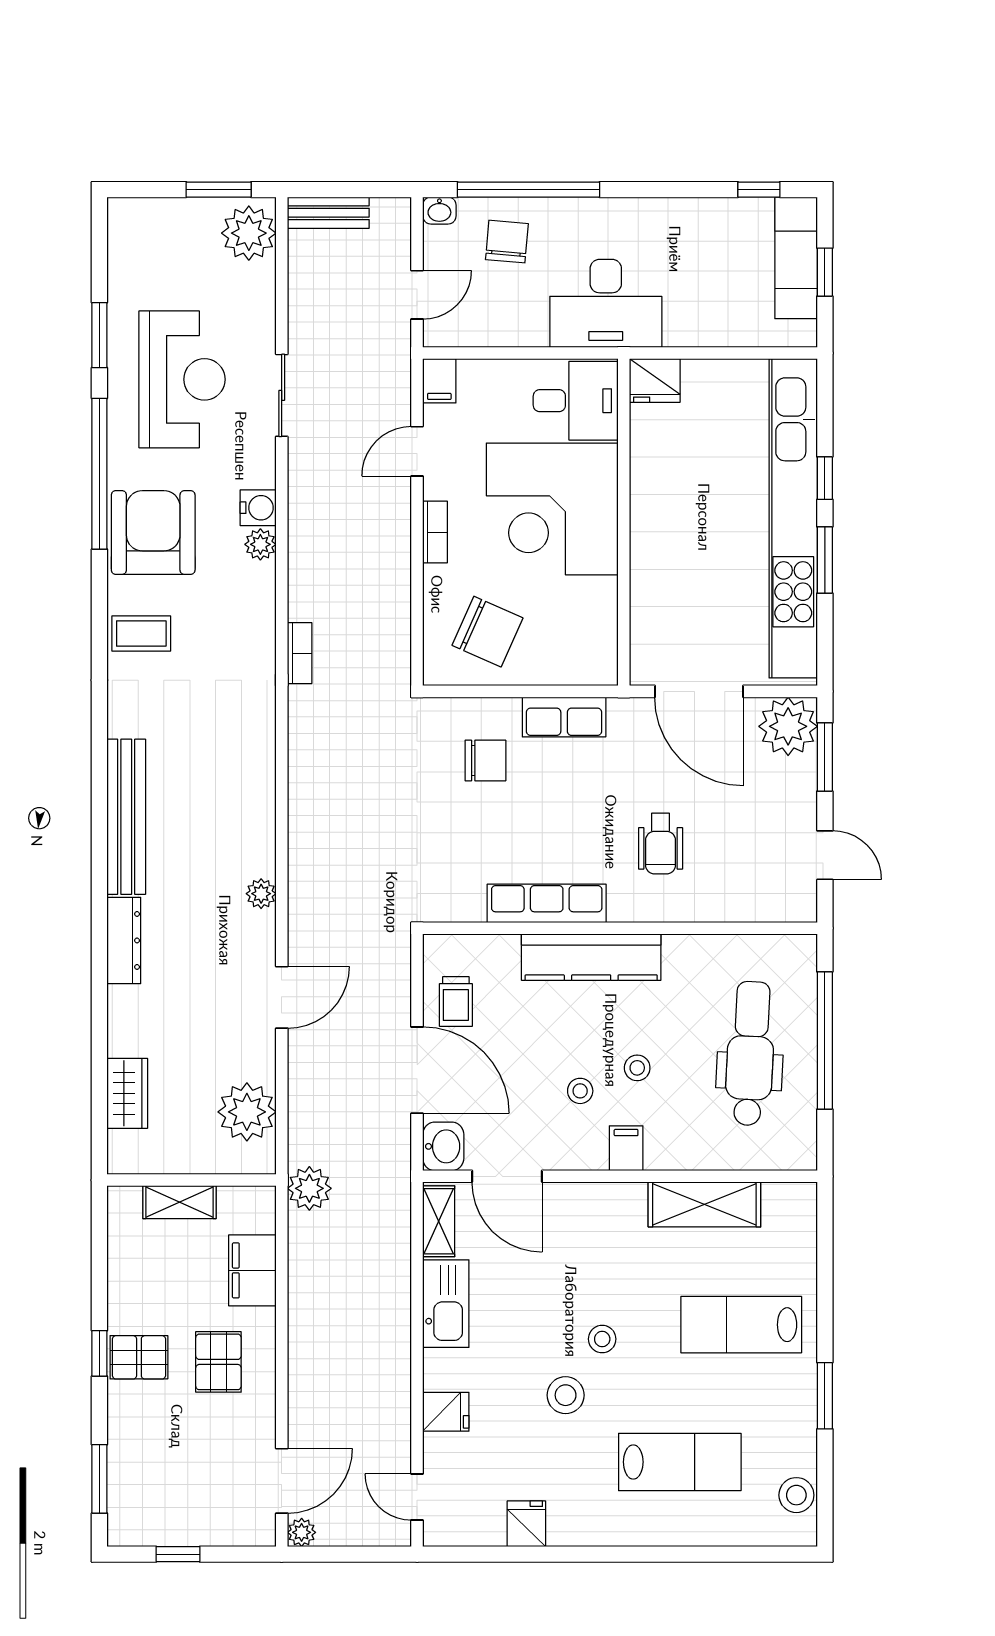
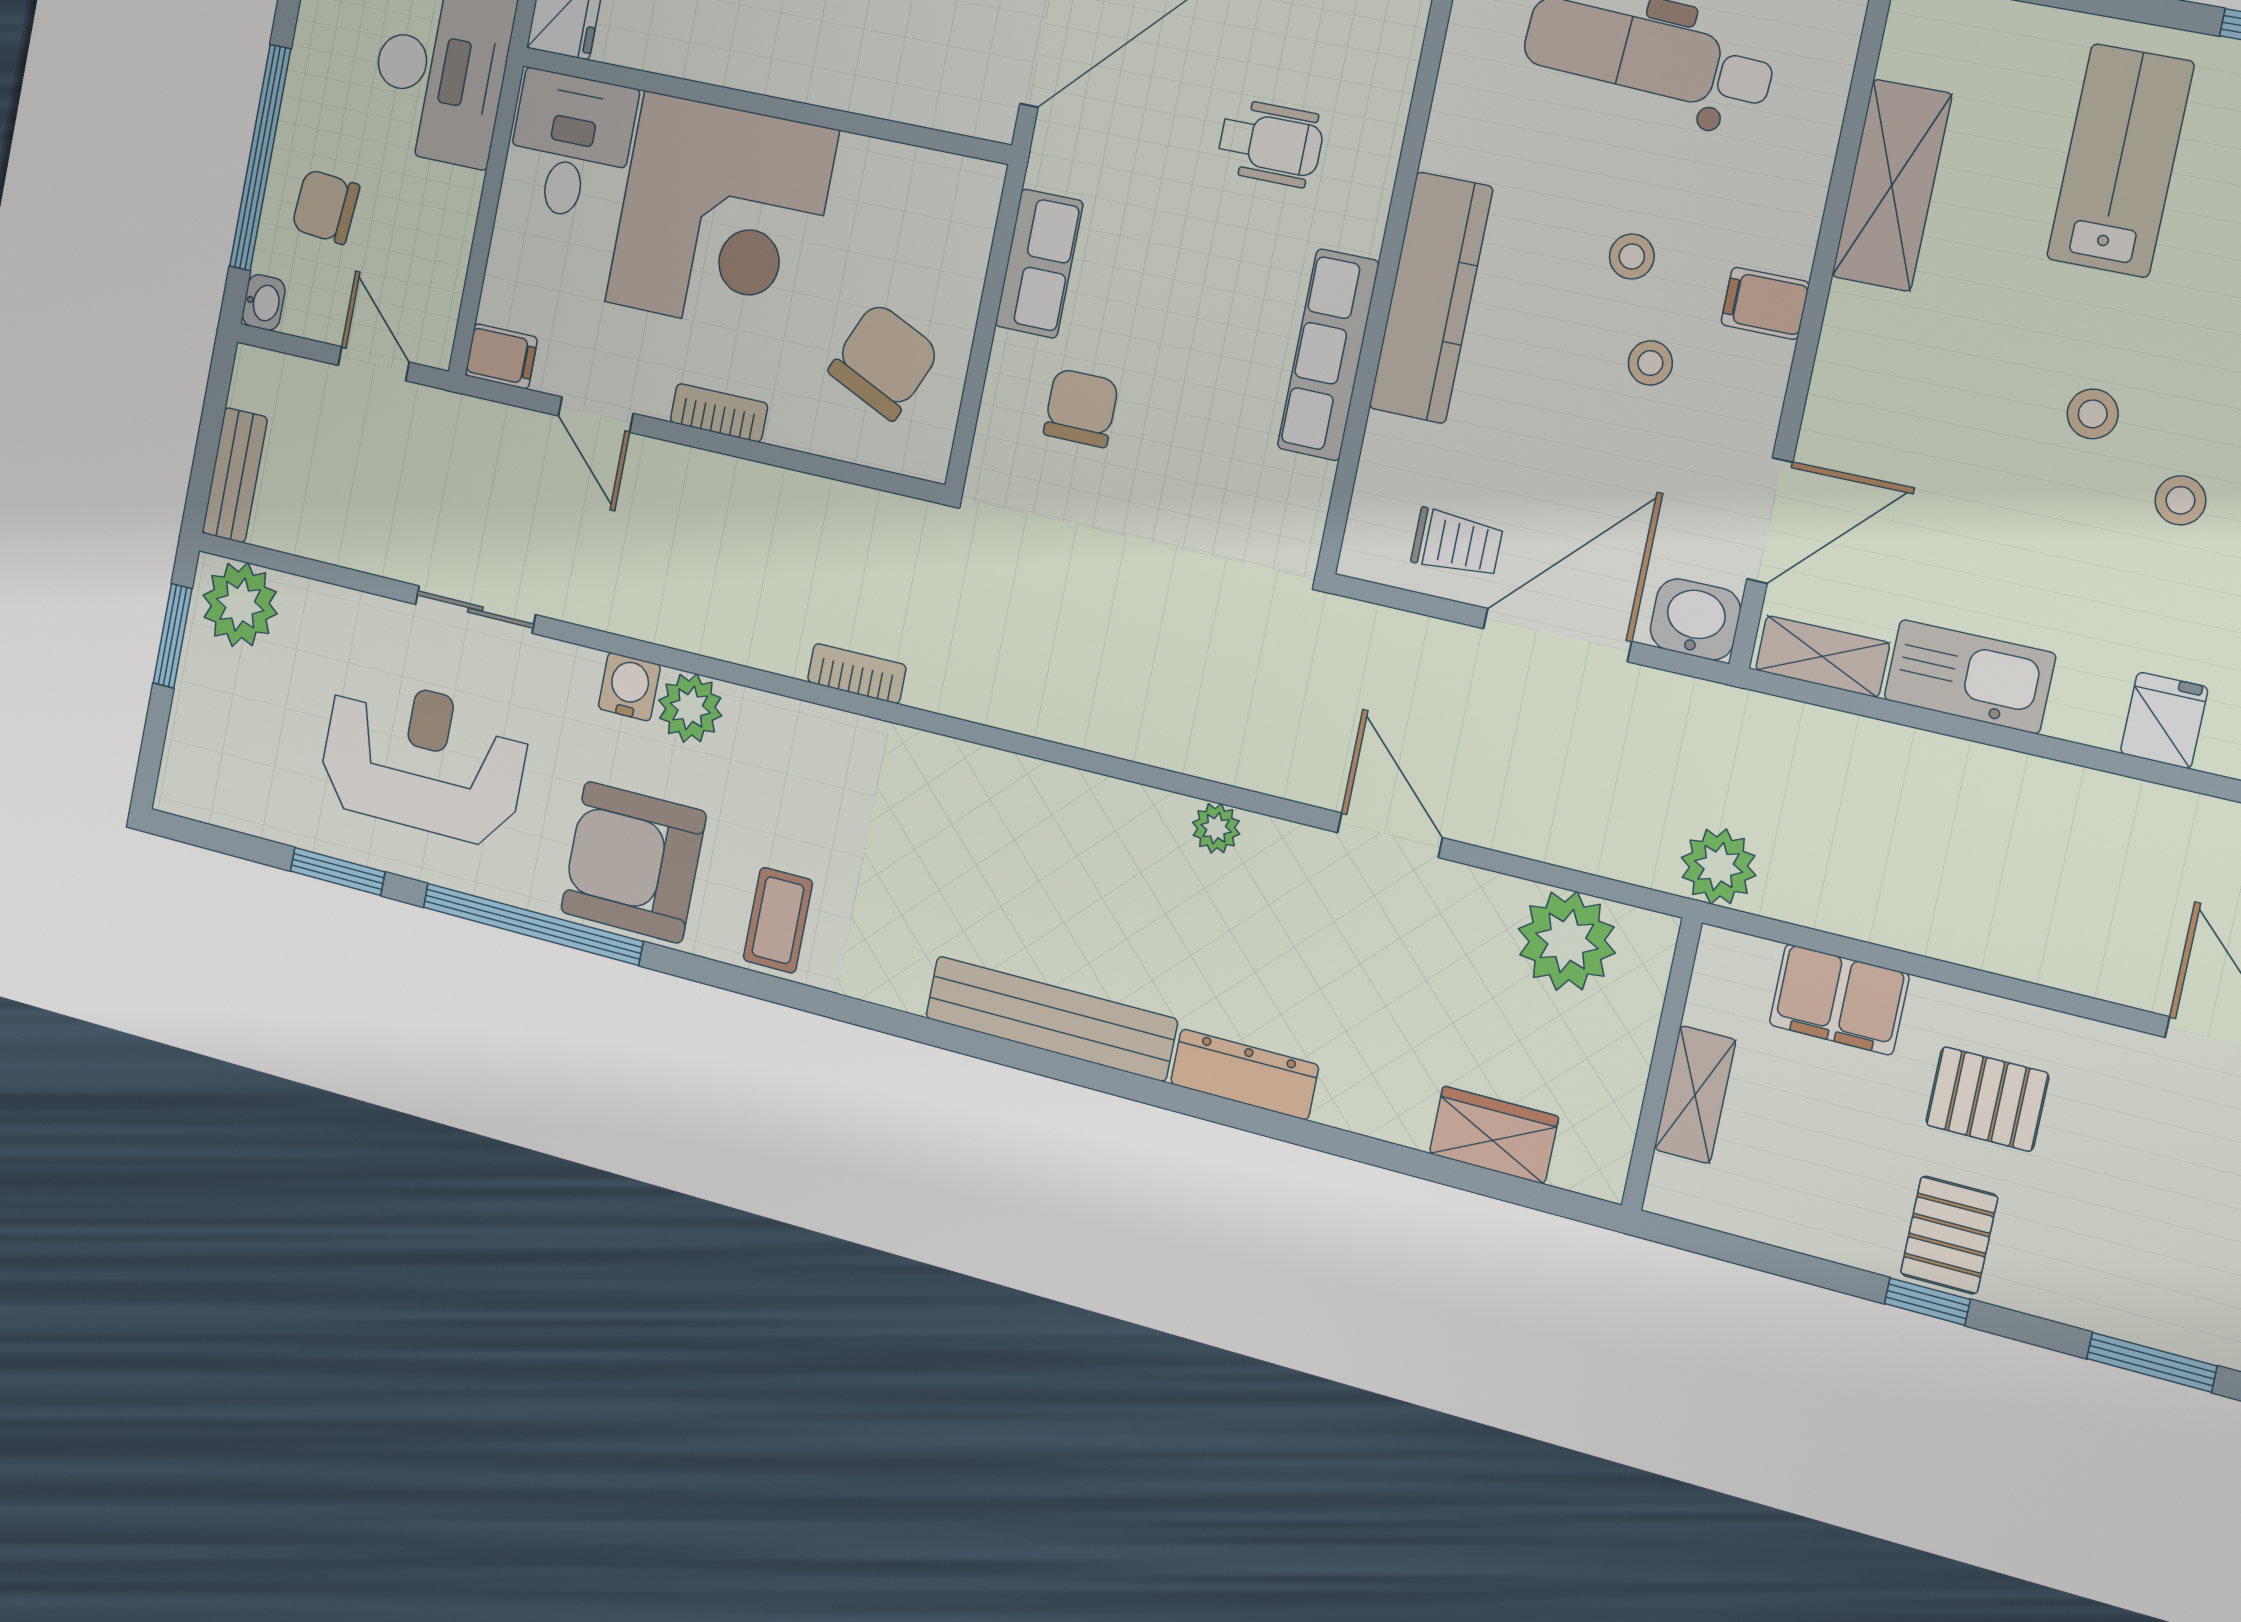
plant: (260, 544) -> (690, 708), width x1.38, depth x1.38
lab bench: (741, 1325) -> (2120, 161), turned 180
stool: (566, 1395) -> (2180, 500), width x0.73, depth x0.73

